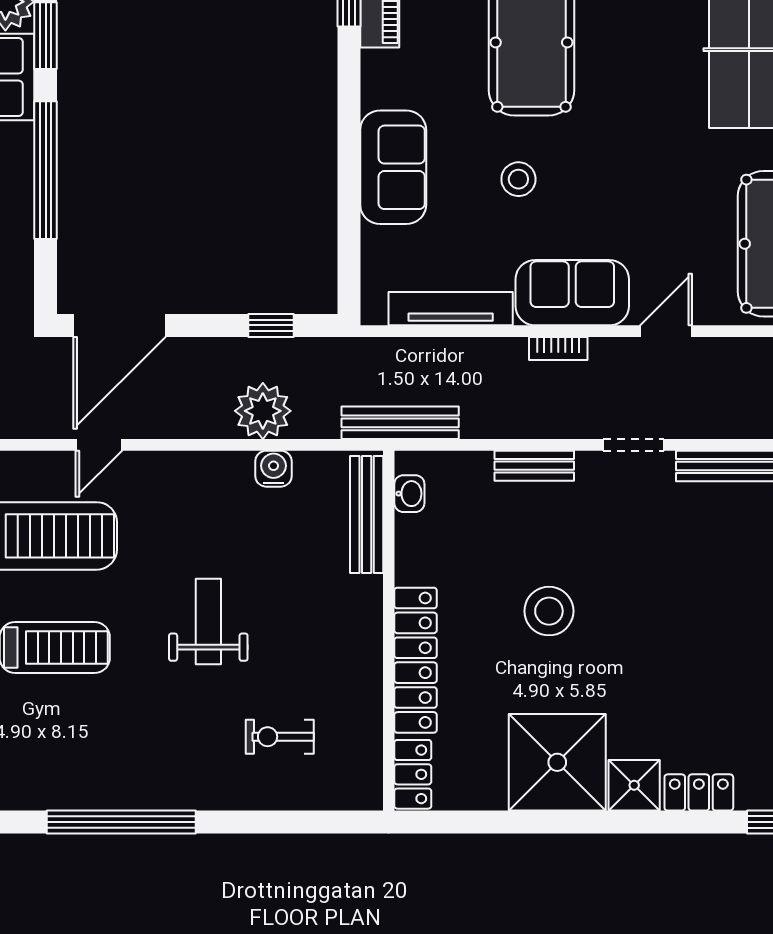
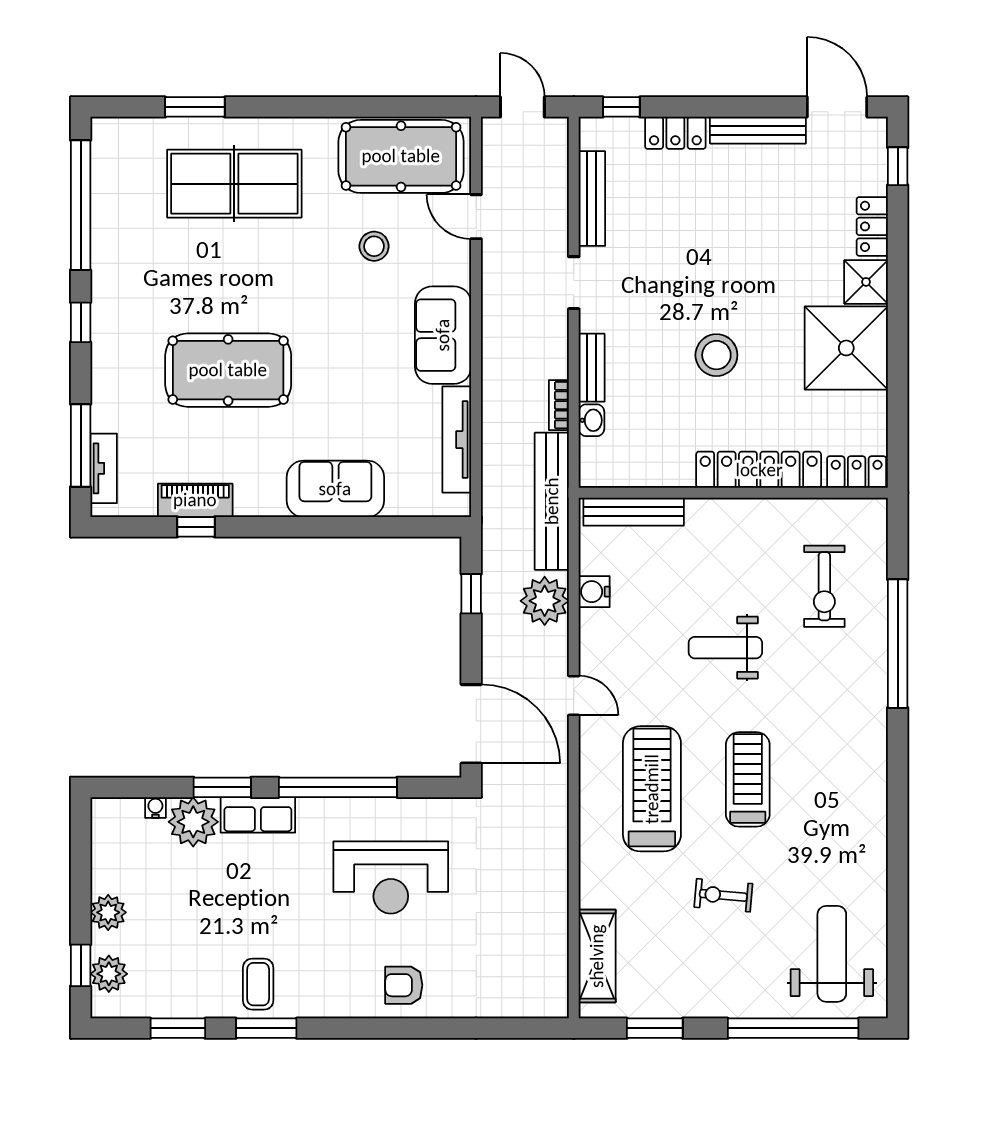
stool: (518, 179) -> (374, 246), moved
door: (666, 331) -> (476, 217), moved
bookcase: (558, 348) -> (559, 405), moved, turned 180
bench: (400, 423) -> (552, 501), width x1.37, depth x1.21
door: (99, 445) -> (574, 696), moved
washbasin: (409, 494) -> (591, 420), moved, turned 90
exercise bike: (280, 737) -> (824, 586), width x1.38, depth x1.39
window: (121, 822) -> (898, 644), moved

